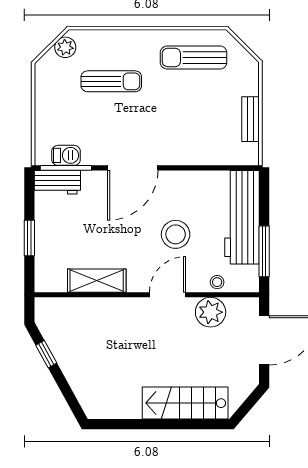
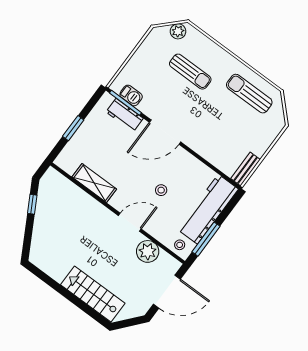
bench: (251, 119) -> (245, 169), moved
workbench: (57, 182) -> (124, 115), moved
stool: (176, 234) -> (161, 190), width x0.53, depth x0.53
stool: (217, 282) -> (180, 245), moved

